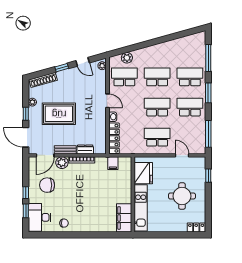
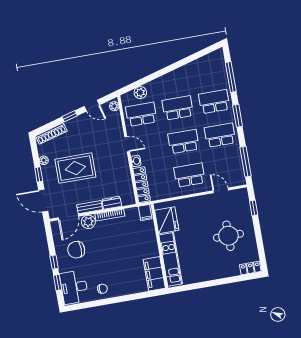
fridge: (143, 173) -> (167, 220), moved
wall: (133, 194) -> (159, 246), moved
kitchen unit: (141, 208) -> (171, 259), moved
filing cabinet: (124, 218) -> (154, 274), moved

